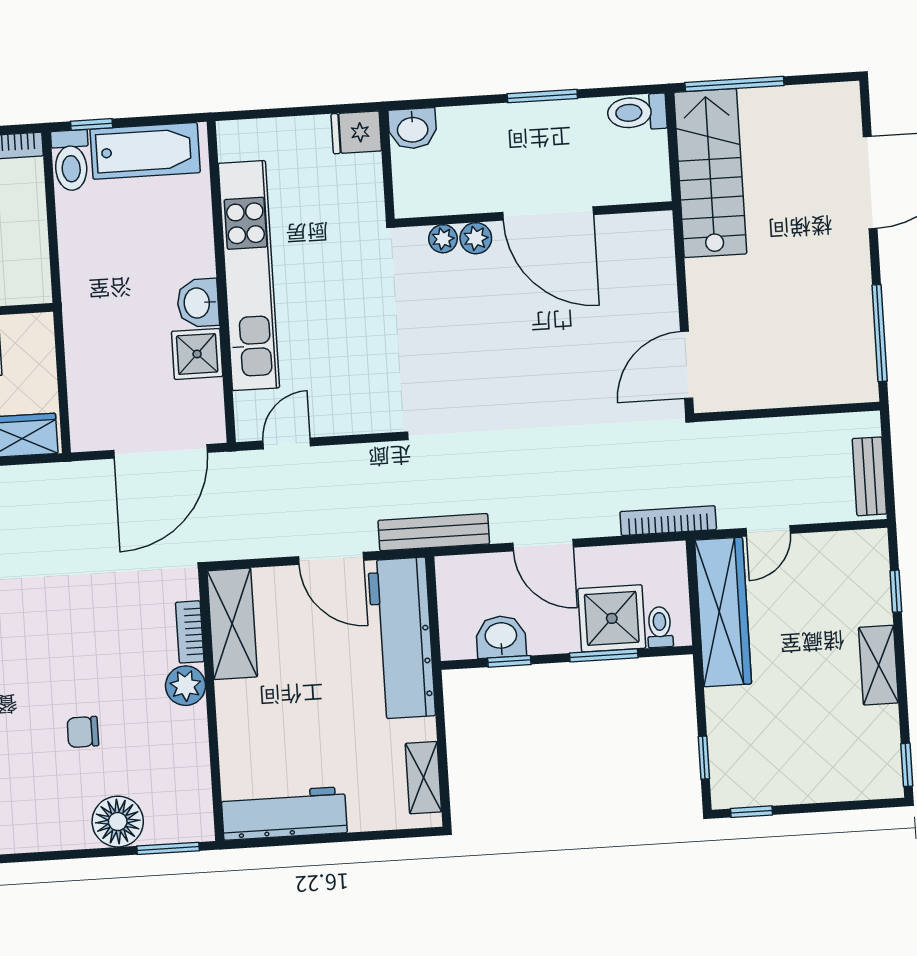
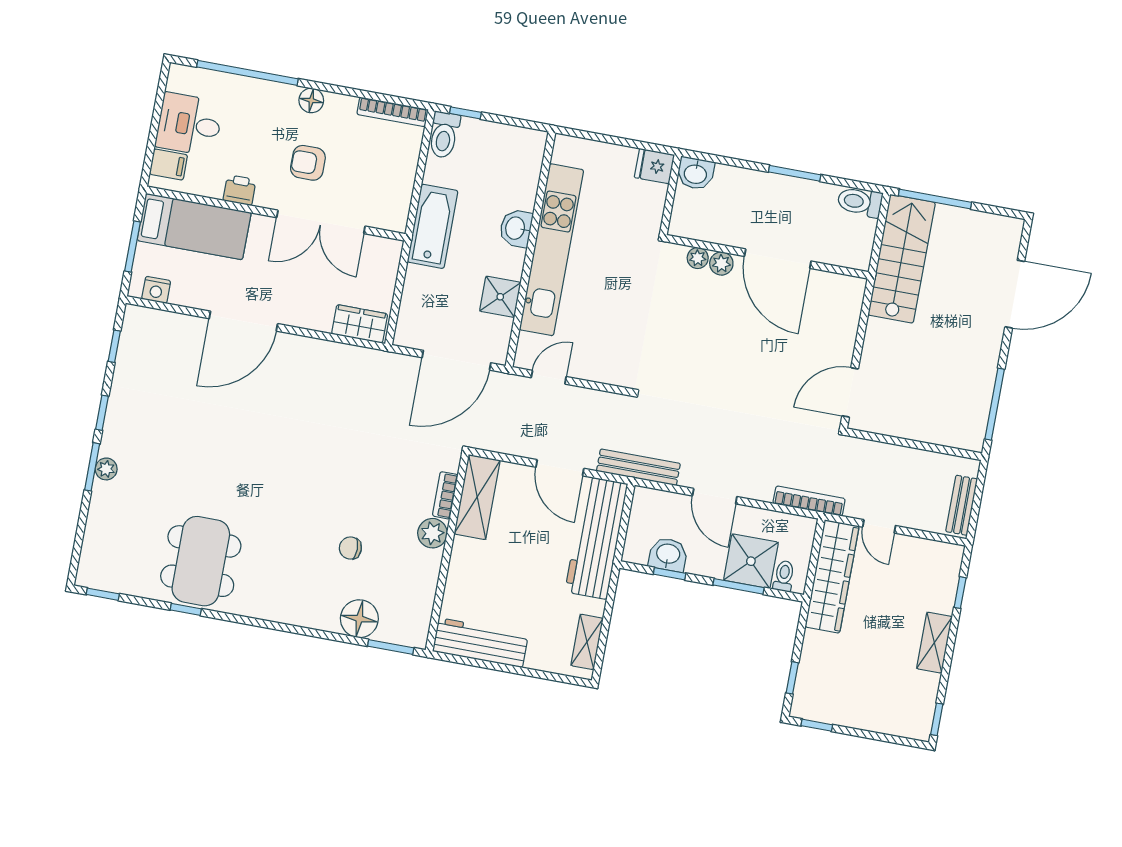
bathtub: (145, 151) -> (433, 226), moved, turned -90
washbasin: (198, 303) -> (516, 228), moved
door: (768, 531) -> (879, 526), hinge flipped

